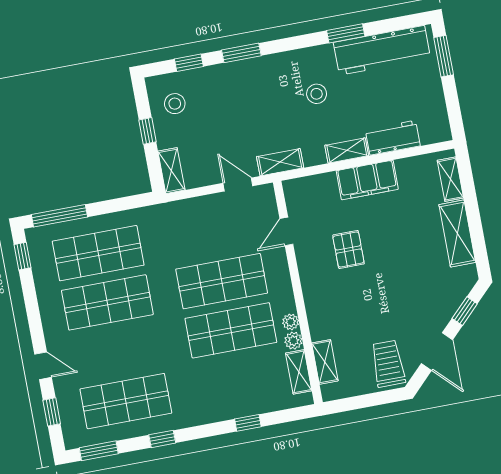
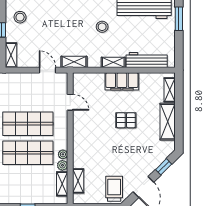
workbench: (393, 138) -> (147, 60), width x1.38
door: (286, 231) -> (70, 102), swing flipped
pallet: (348, 249) -> (126, 120), moved, turned 90

